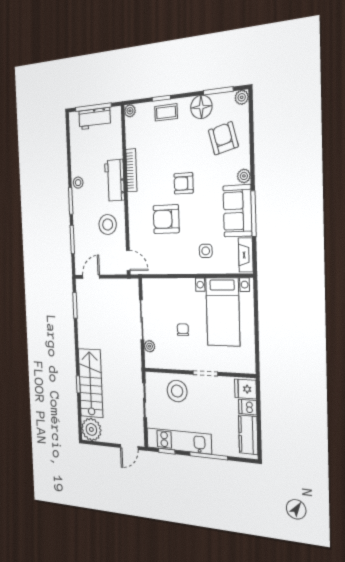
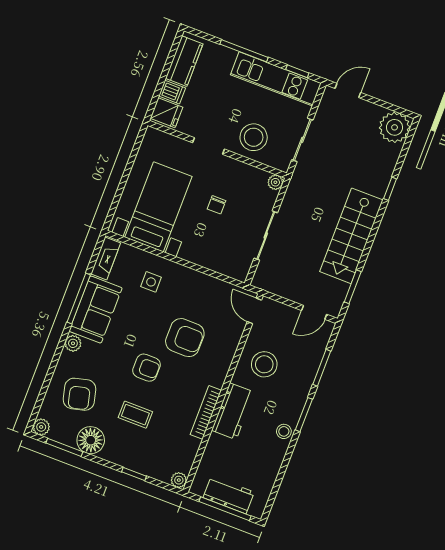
coffee table: (166, 112) -> (135, 415), moved
plant: (150, 346) -> (275, 182), moved
stairs: (90, 383) -> (351, 236), moved

